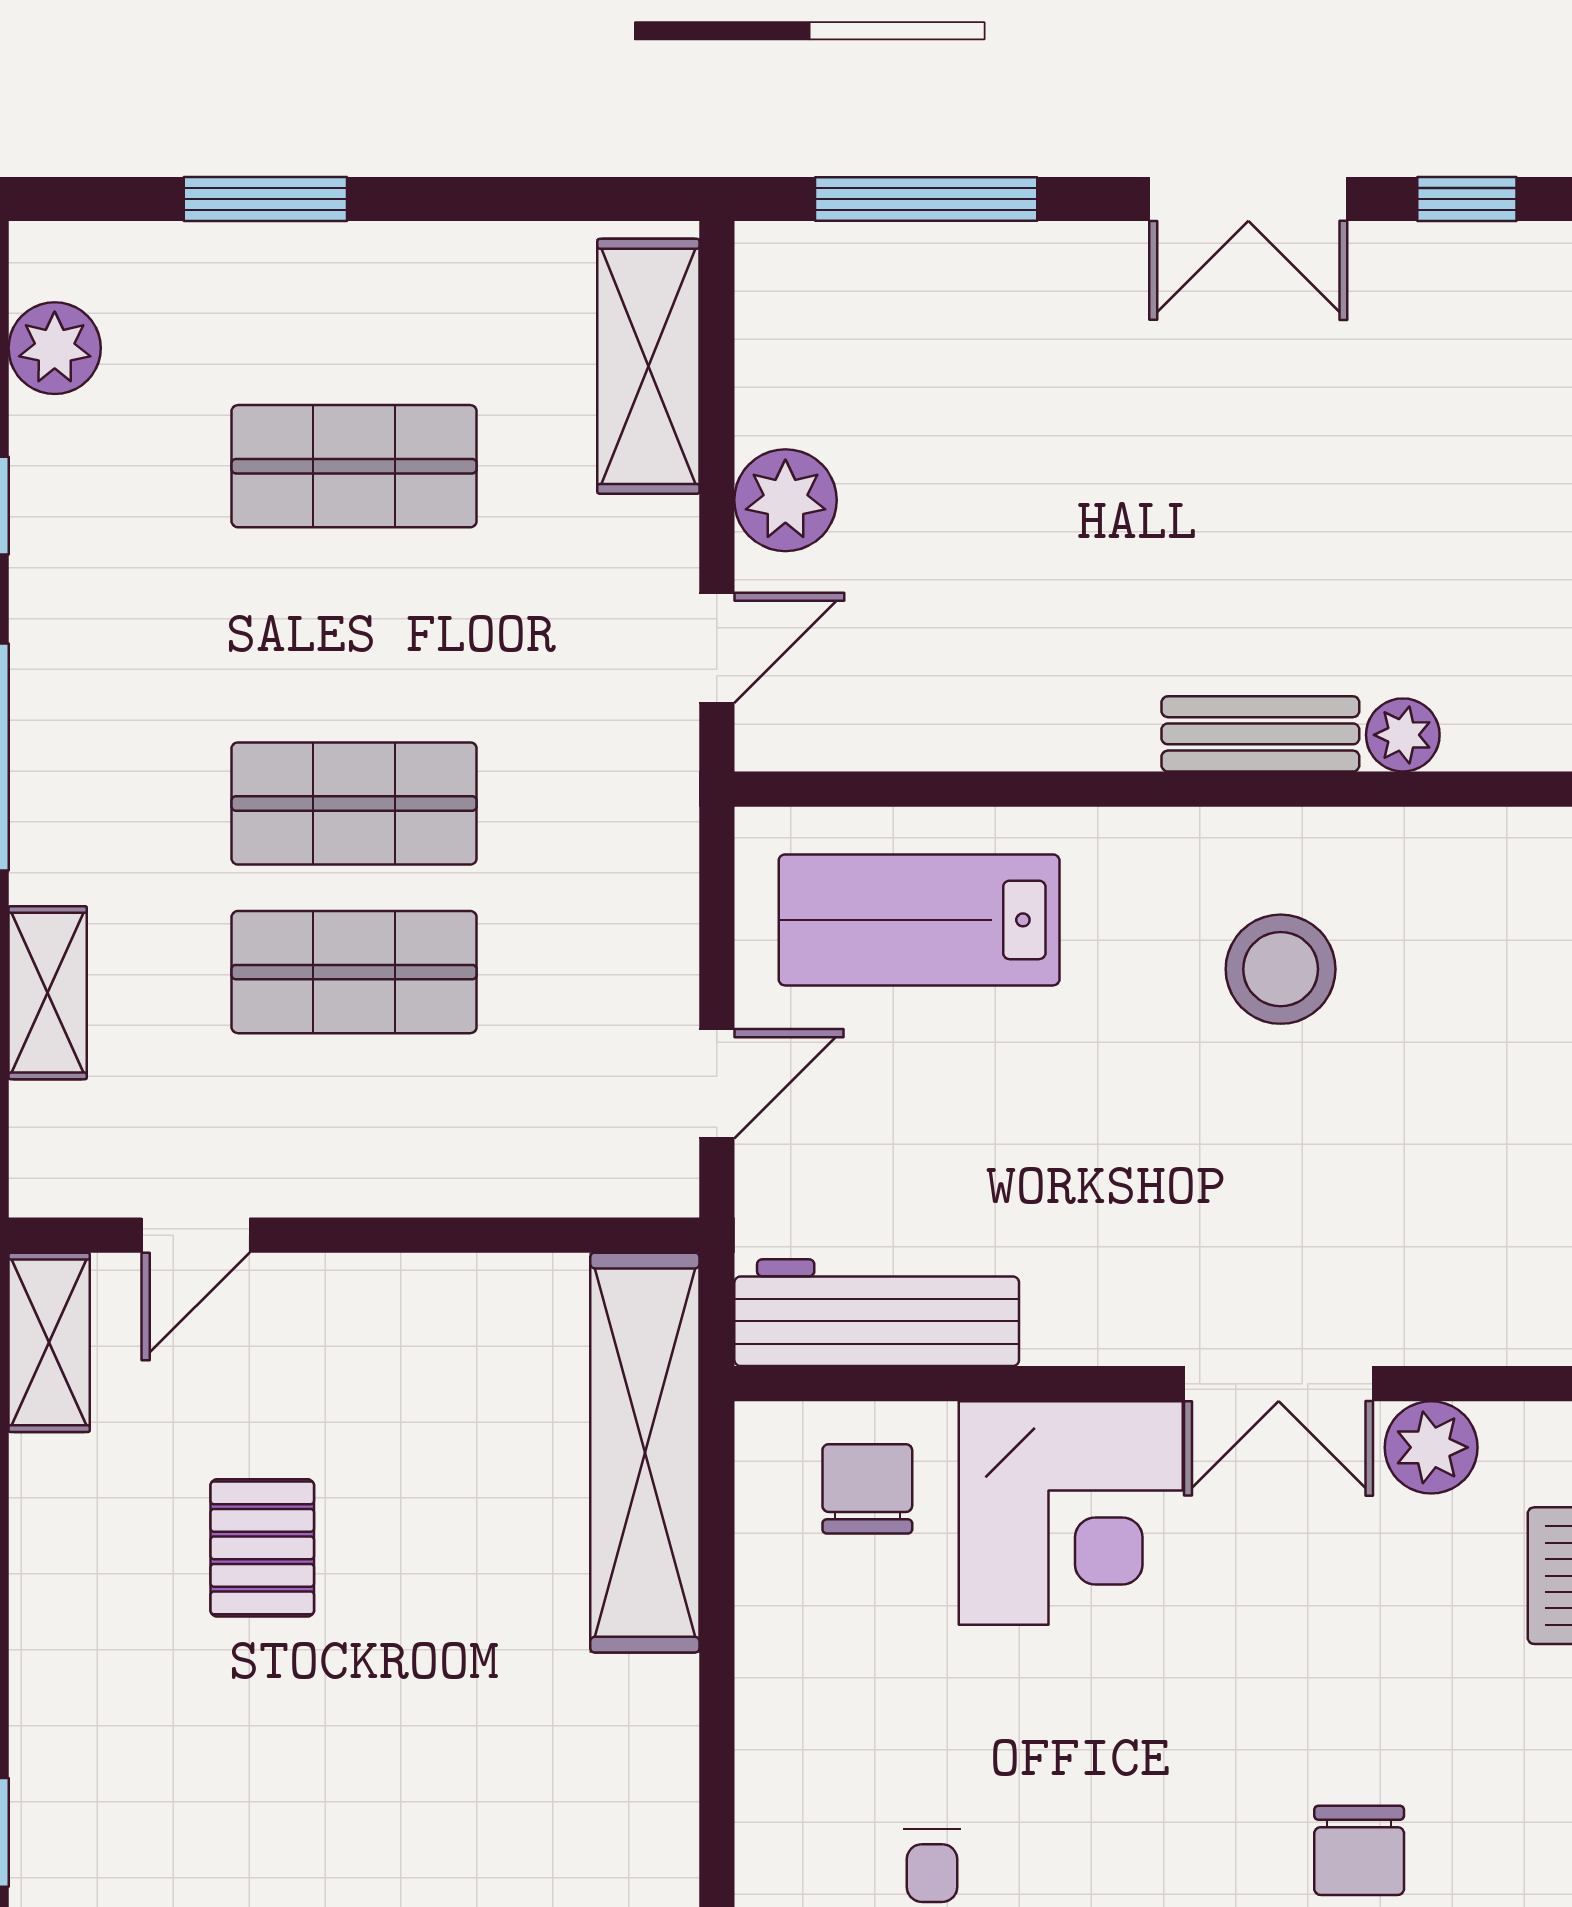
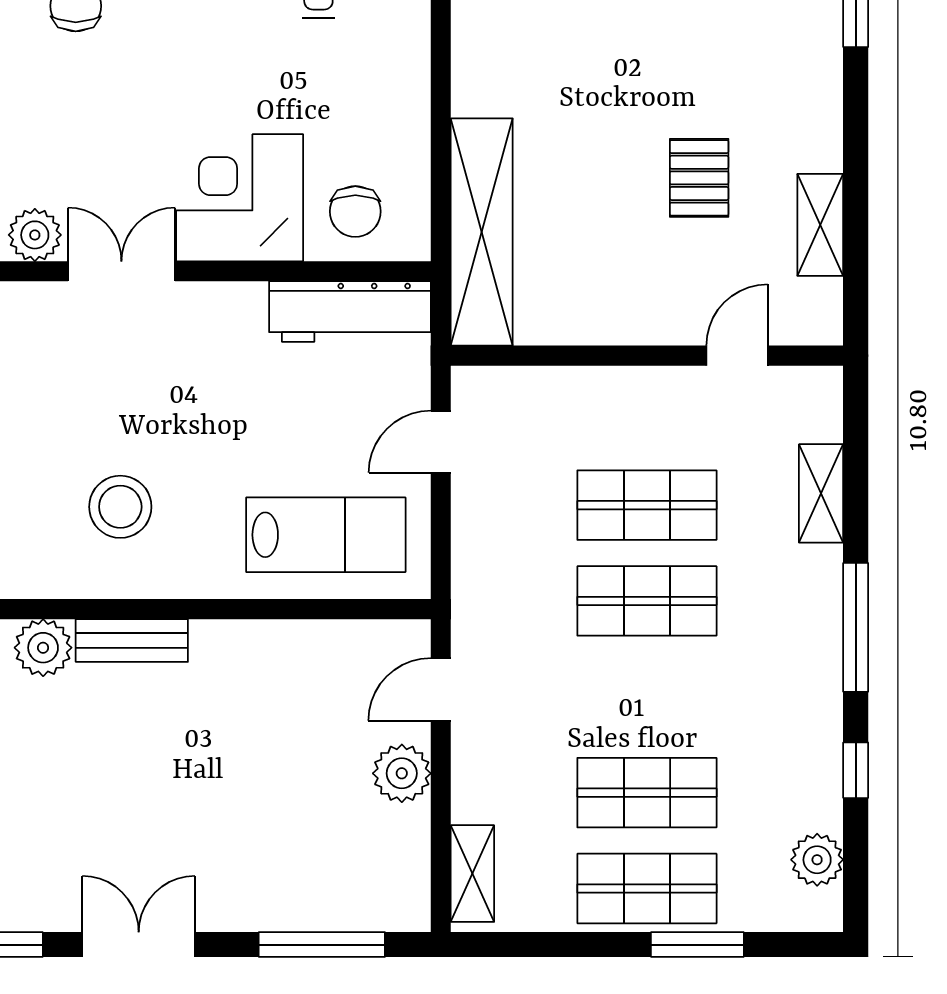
shop shelf: (354, 298) -> (647, 888), added
shelving: (648, 366) -> (472, 874), width x0.67, depth x0.75
plant: (1403, 735) -> (43, 648), width x1.38, depth x1.38
shelving: (49, 1342) -> (820, 225), moved

